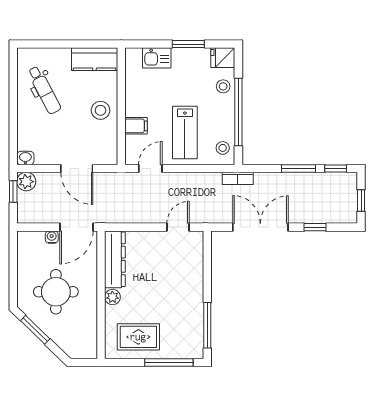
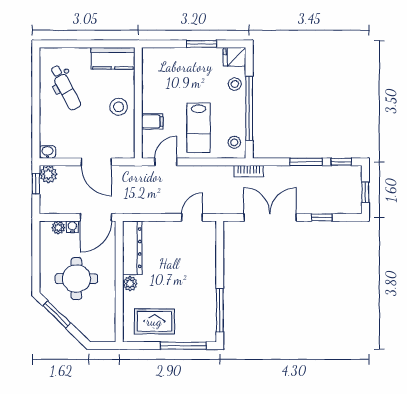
kitchen sink: (157, 58) -> (172, 57), removed
plant: (37, 238) -> (58, 228), added

